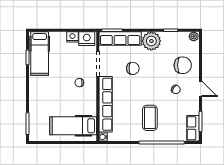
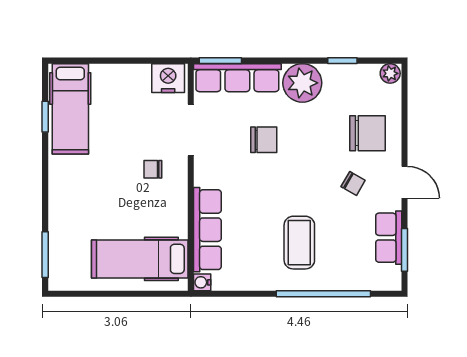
nightstand: (72, 37) -> (138, 74), removed
row of seats: (106, 104) -> (207, 230), width x0.73
row of seats: (193, 128) -> (389, 238), moved

